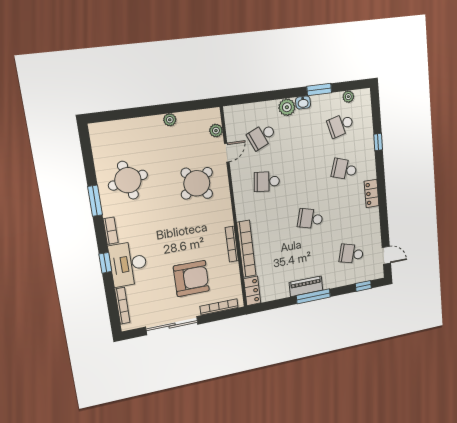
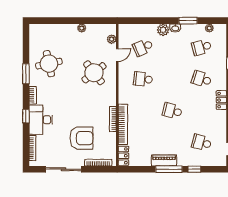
window: (363, 286) -> (194, 169), moved

